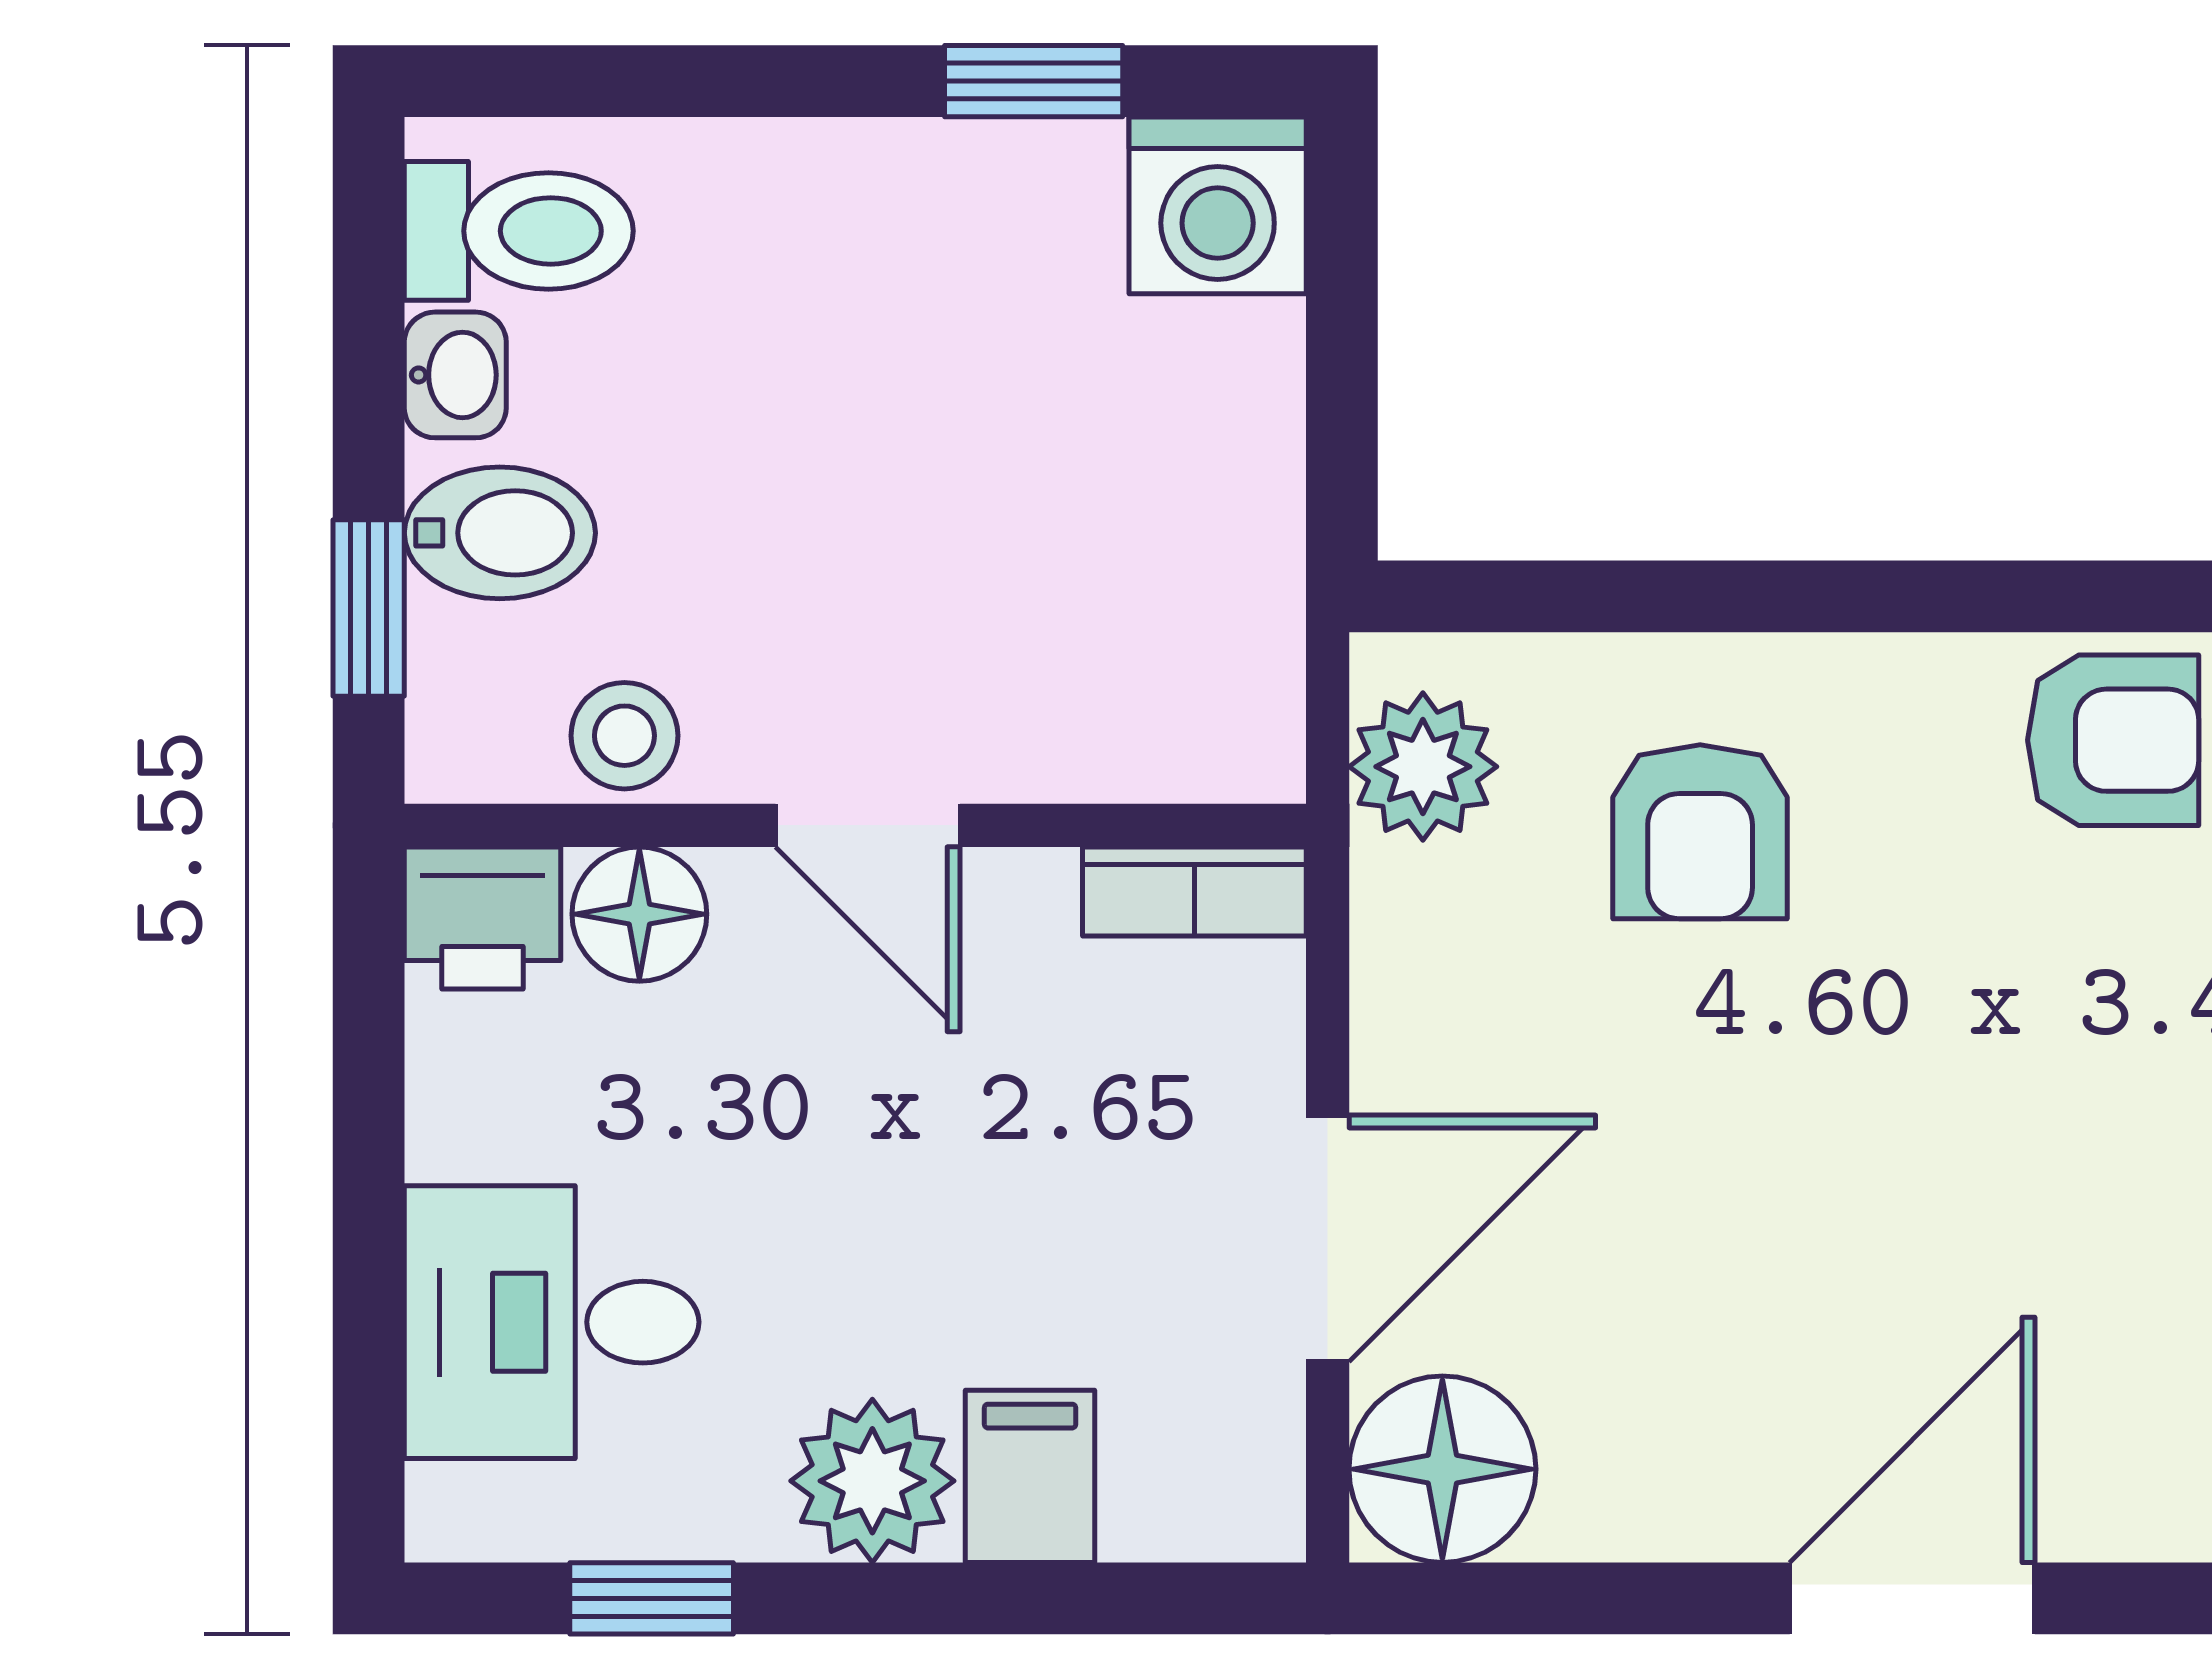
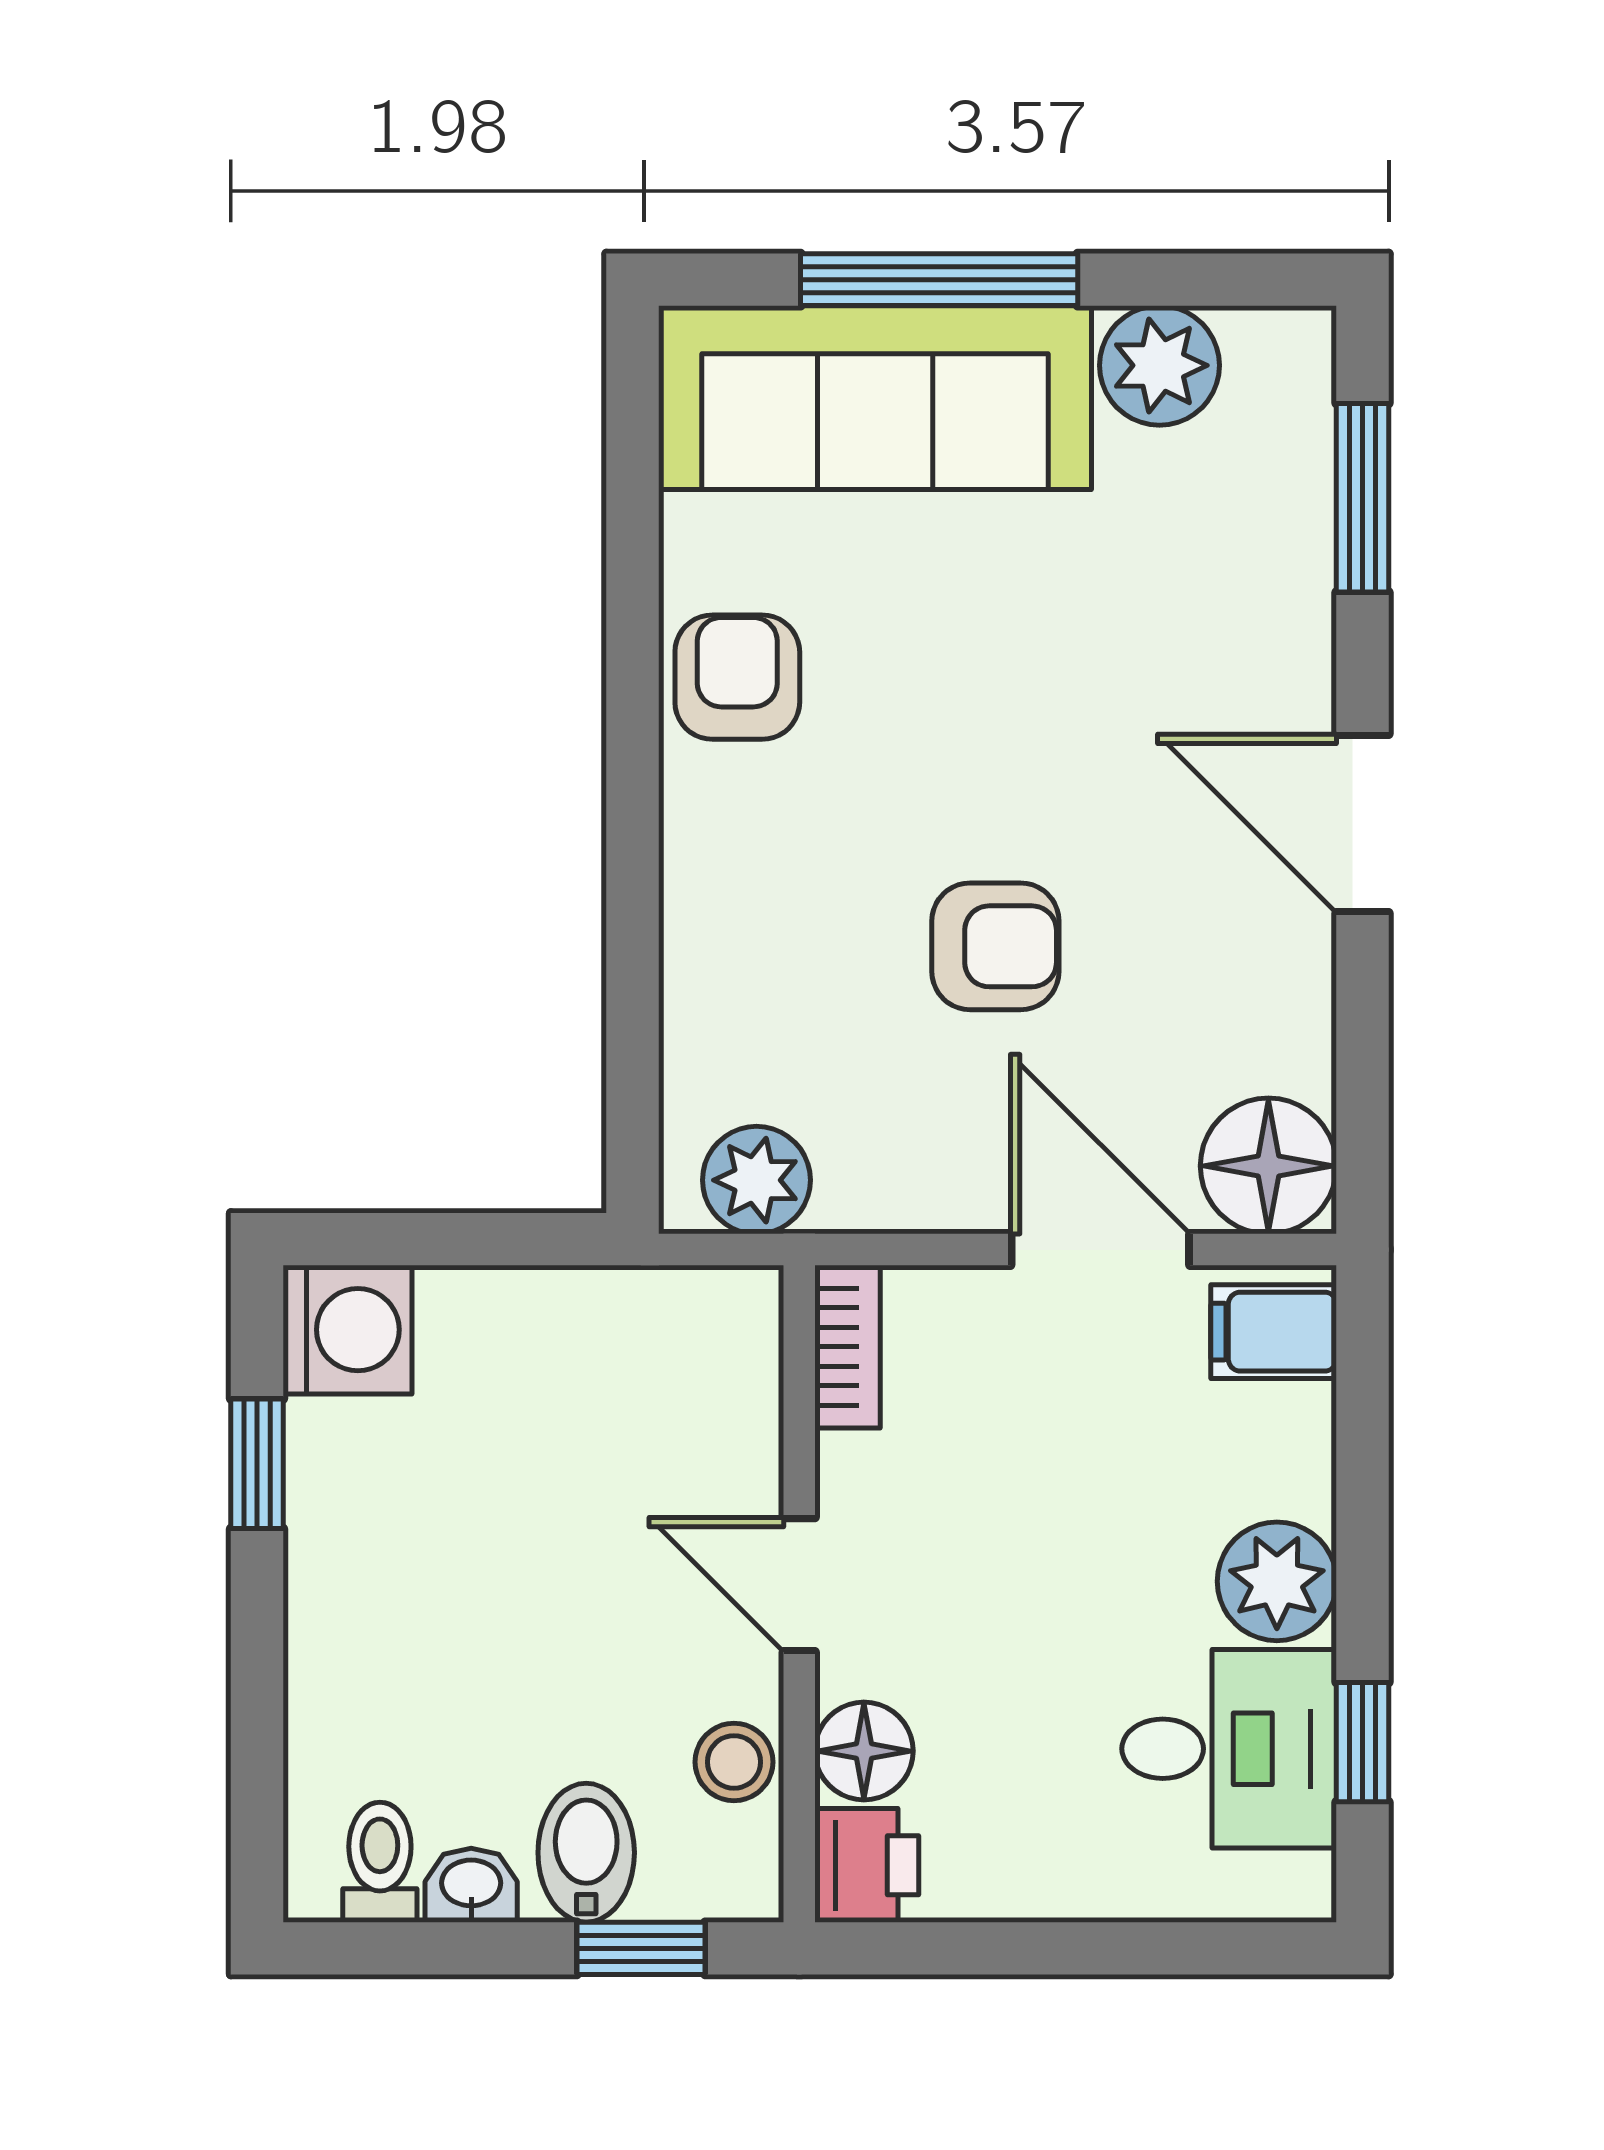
toilet: (519, 231) -> (380, 1862), width x0.73, depth x0.72
door: (868, 825) -> (799, 1585), swing flipped
armchair: (1700, 832) -> (995, 946), moved
desk: (552, 1322) -> (1229, 1749), moved, turned -90
filing cabinet: (1030, 1476) -> (1274, 1332), moved

